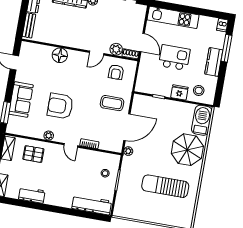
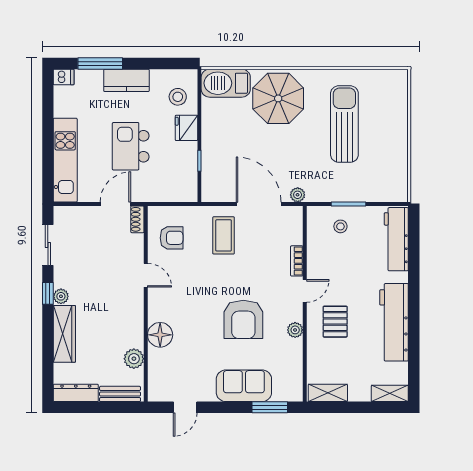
plant: (116, 49) -> (134, 359), moved
pallet: (33, 154) -> (335, 322), moved
sun lounger: (165, 186) -> (344, 124), turned 180
workbench: (32, 195) -> (394, 322), width x1.87, depth x1.32

